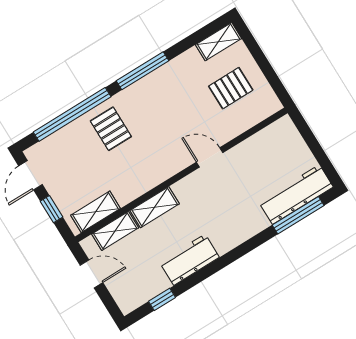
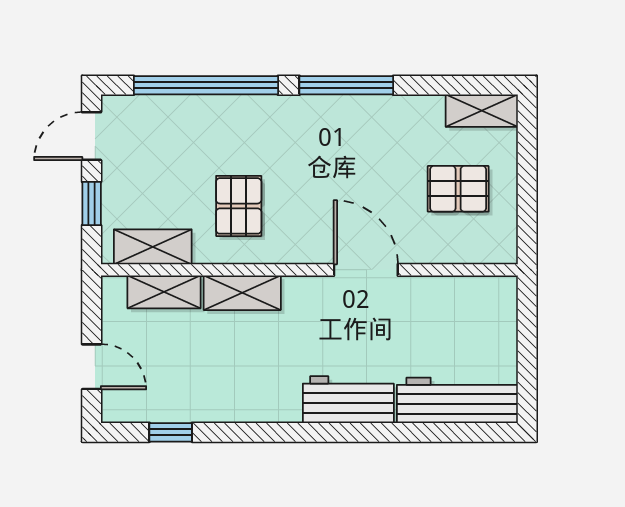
pallet: (111, 129) -> (239, 206), moved
door: (210, 157) -> (366, 270), width x1.38
window: (298, 215) -> (442, 432), removed
workbench: (189, 260) -> (348, 400), moved
door: (91, 274) -> (92, 367), moved

